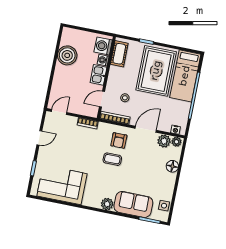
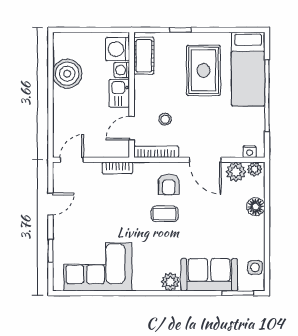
rug: (156, 71) -> (204, 70), width x0.73, depth x0.69
door: (146, 129) -> (205, 160), swing flipped

